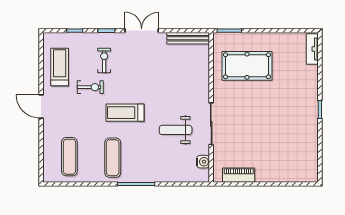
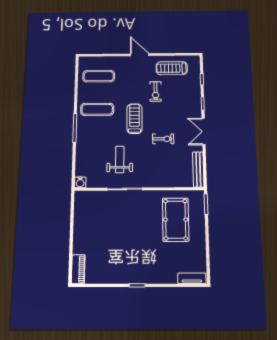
double door: (142, 31) -> (204, 131), swing flipped
exercise bike: (104, 61) -> (163, 139), moved
treadmill: (60, 67) -> (172, 68), turned 180
door: (41, 106) -> (140, 55), hinge flipped
water cooler: (203, 162) -> (80, 182), moved
piano: (239, 175) -> (78, 269), moved

